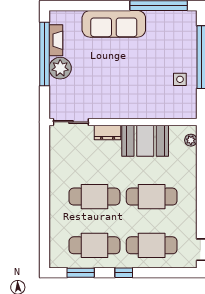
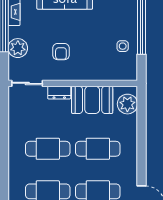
plant: (60, 68) -> (18, 48), moved
armchair: (110, 86) -> (61, 52), added
plant: (191, 140) -> (127, 104), width x1.88, depth x1.88

